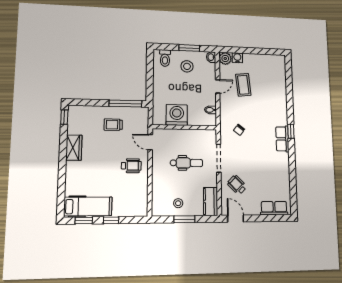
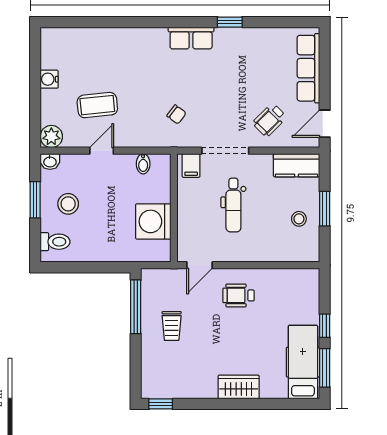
water cooler: (237, 58) -> (49, 79), moved
door: (218, 86) -> (102, 151), hinge flipped
window: (291, 131) -> (230, 22), moved
filing cabinet: (210, 138) -> (191, 165), added
wardrobe: (74, 148) -> (239, 387), moved
dental chair: (187, 163) -> (233, 205), turned 180
wheelchair: (131, 166) -> (238, 295), turned -90
row of seats: (274, 208) -> (308, 68), width x1.48
window: (84, 221) -> (325, 368), width x1.50

